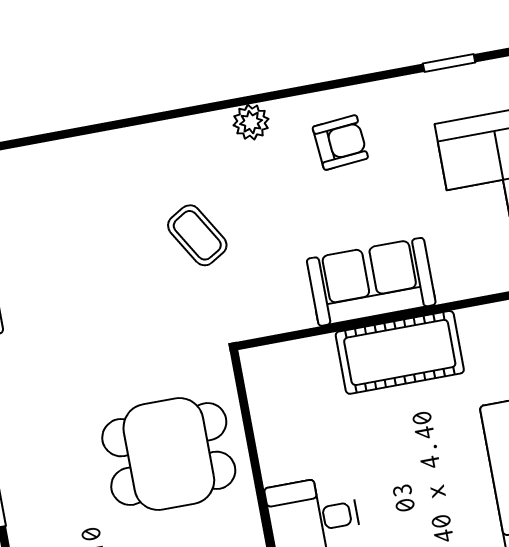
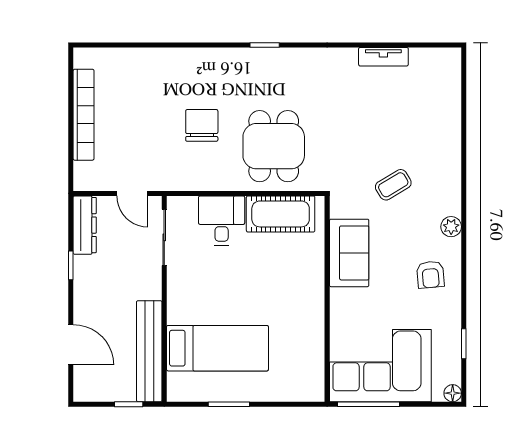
sofa: (371, 282) -> (349, 253), moved
cot: (400, 352) -> (281, 214), moved, turned 90

